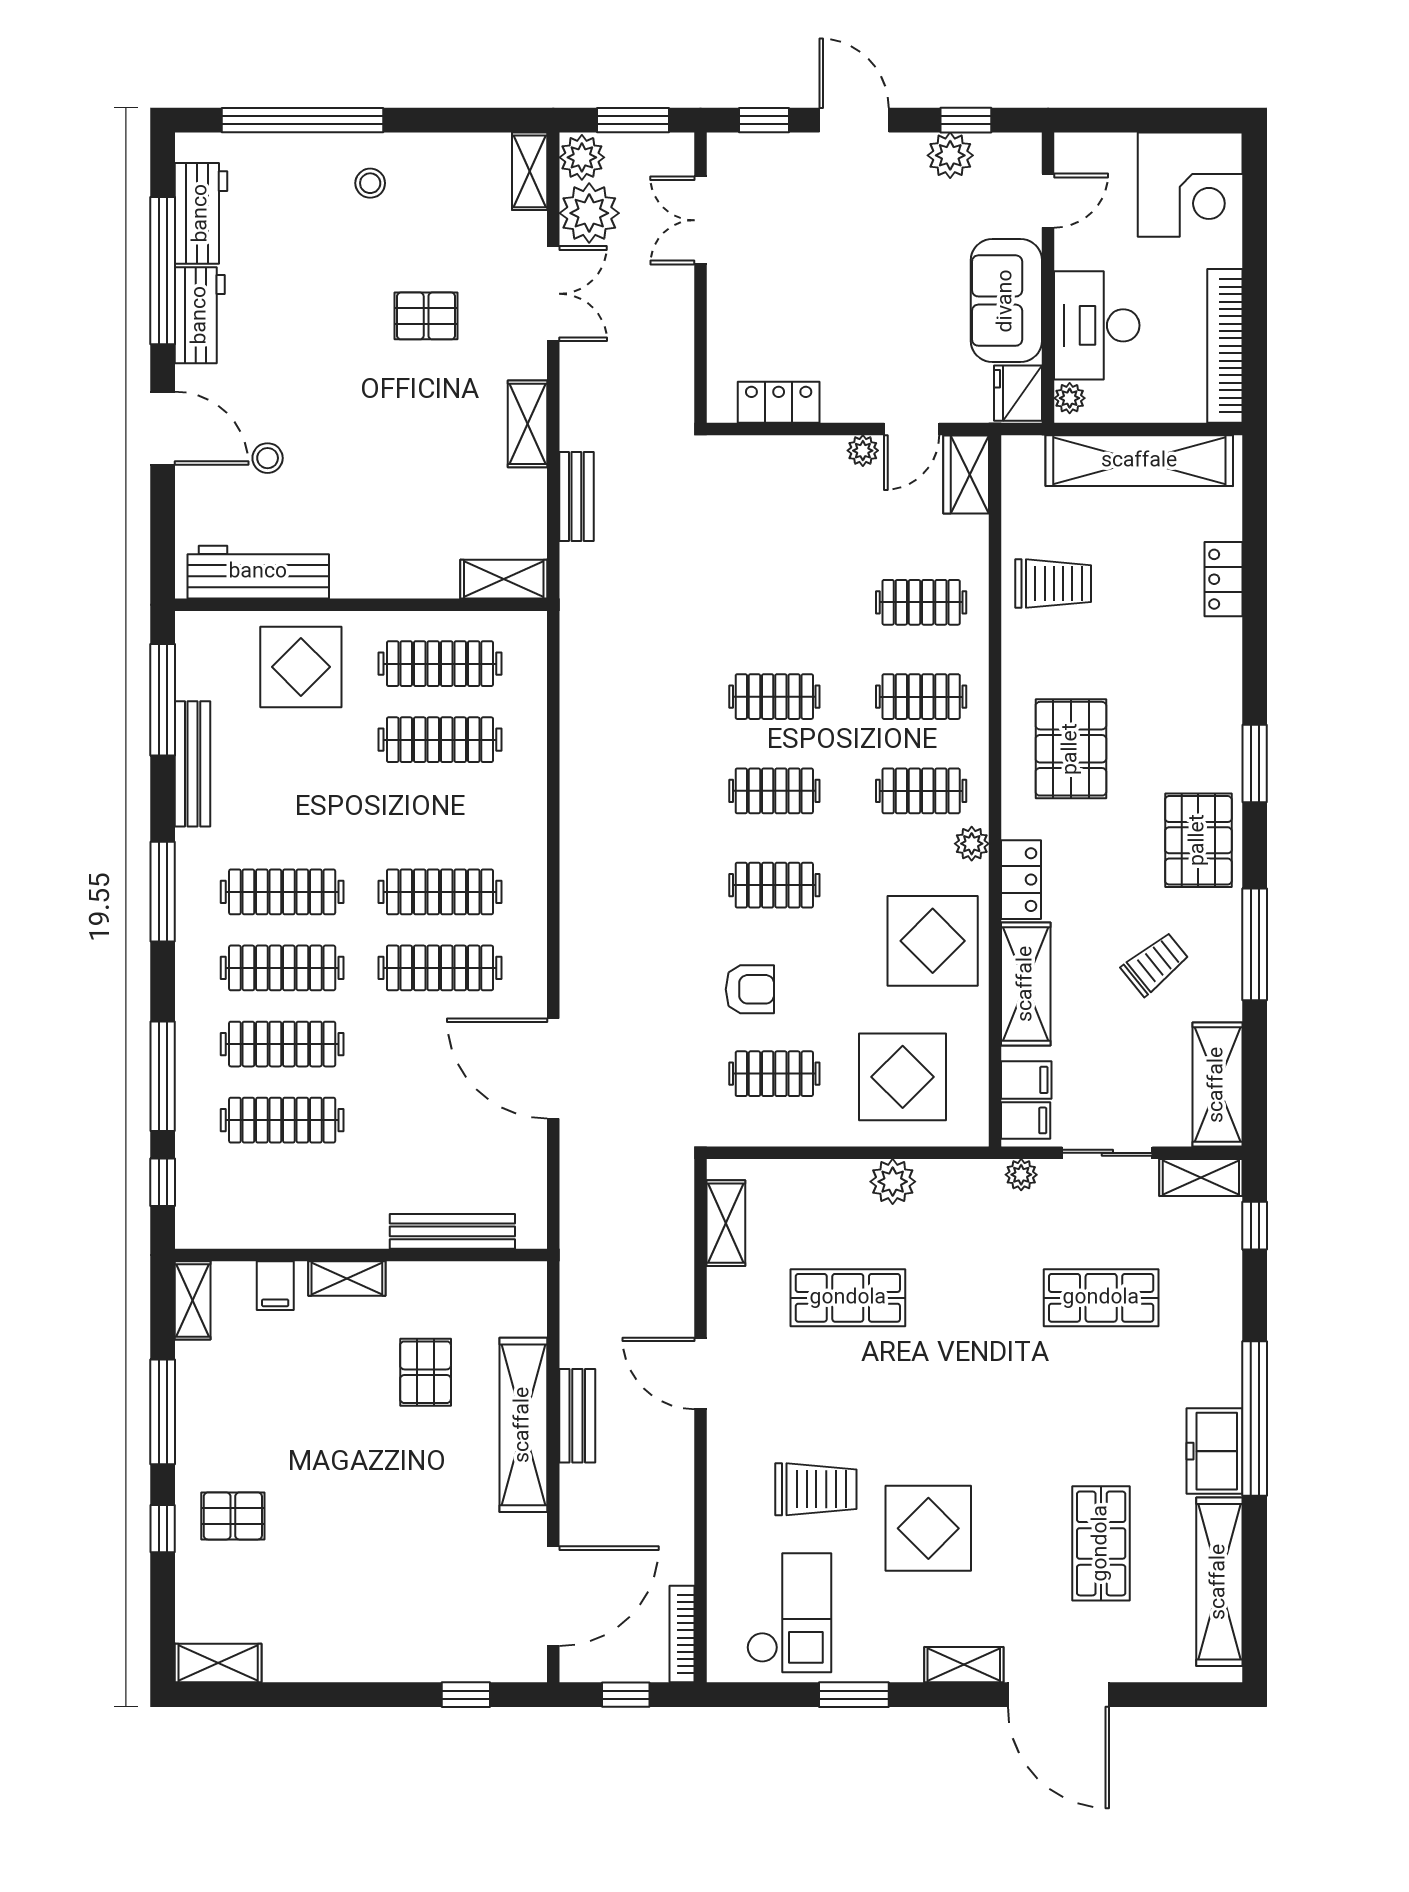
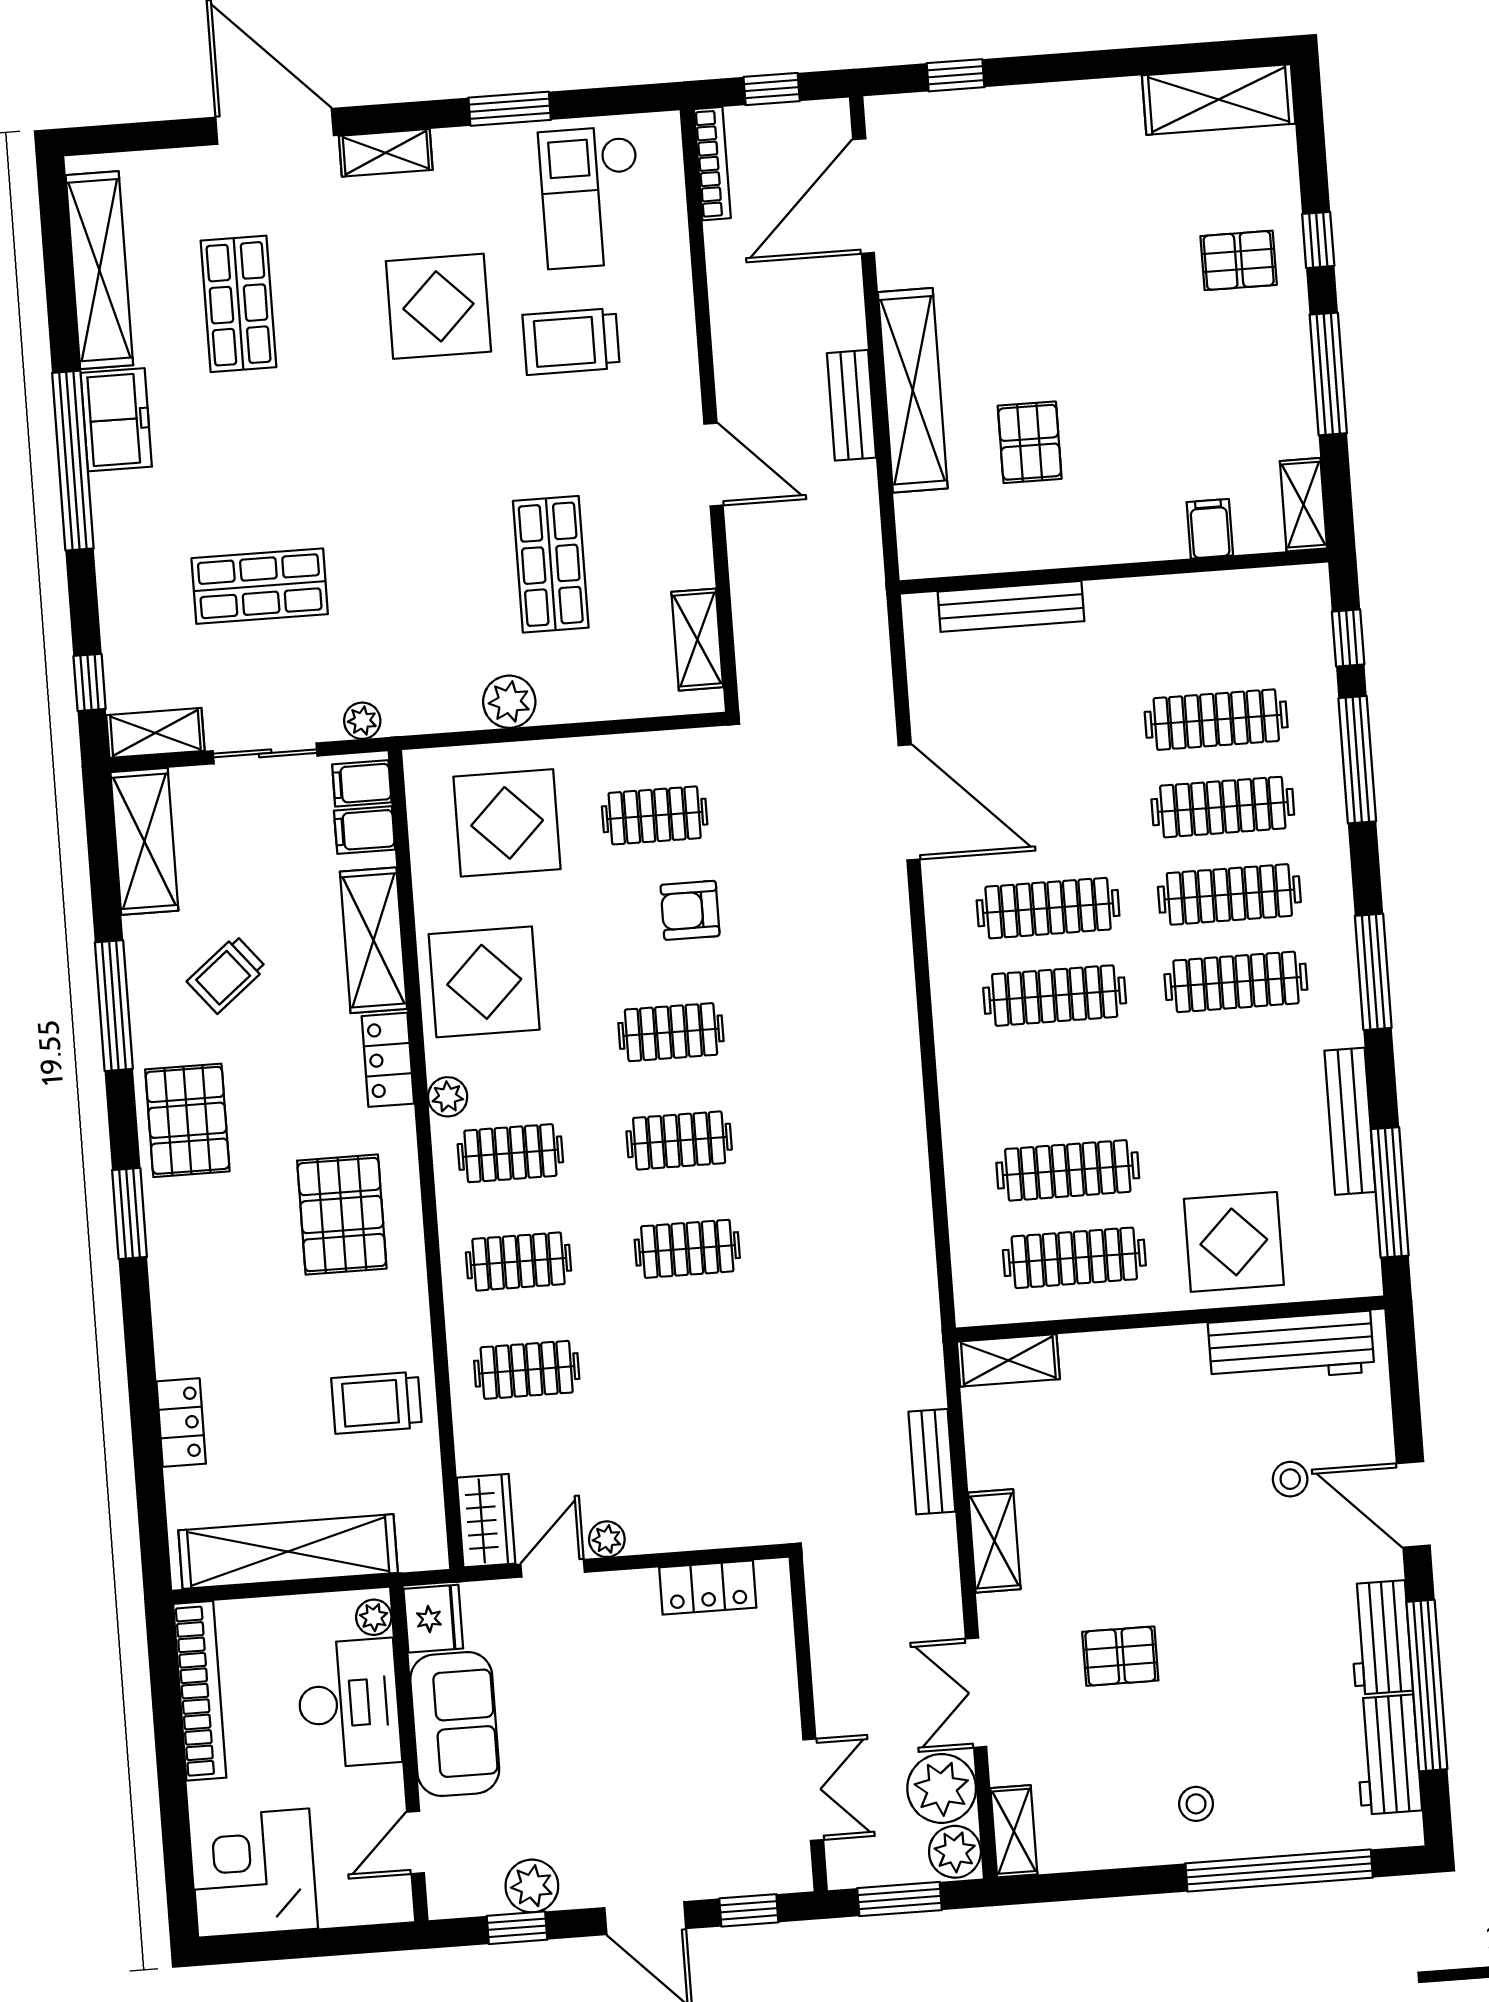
shelving: (347, 1279) -> (1128, 543), removed
shop shelf: (848, 1298) -> (551, 564), turned 90
shelving: (218, 1663) -> (1219, 100), width x1.50, depth x1.33

